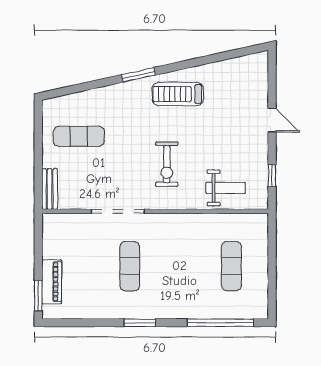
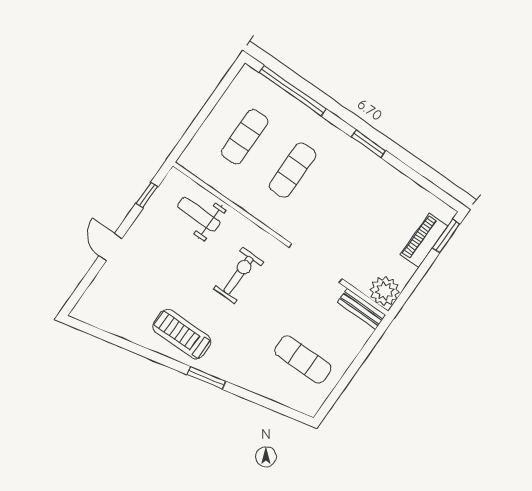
treadmill: (178, 94) -> (182, 334), turned 180
bench: (50, 189) -> (361, 309), moved, turned 90
plant: (55, 226) -> (385, 291), added
exercise mat: (130, 266) -> (293, 170), moved

